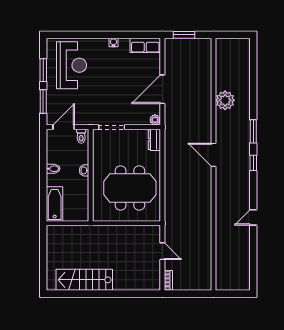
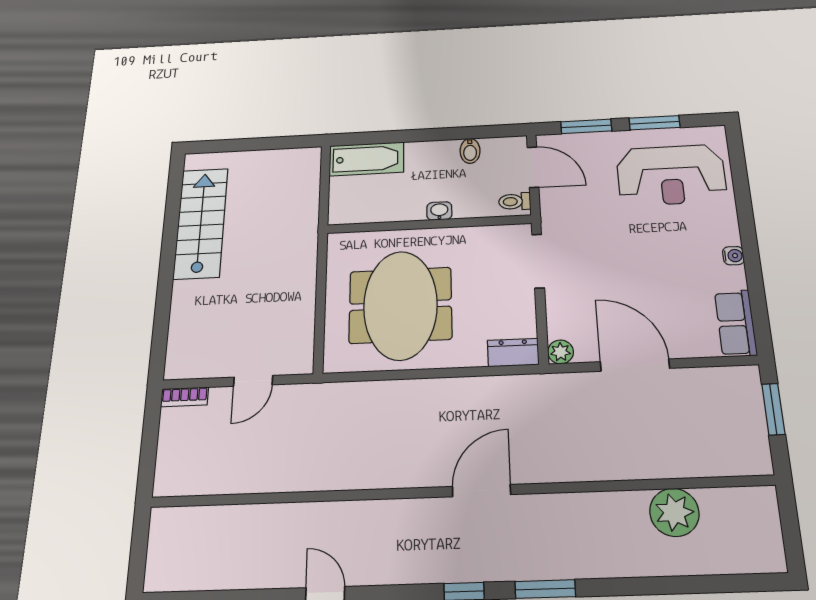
plant: (225, 100) -> (674, 512), moved
bidet: (53, 169) -> (470, 151), moved

